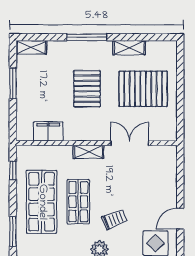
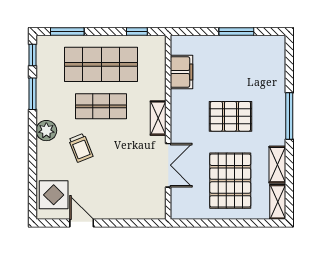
shelving: (31, 47) -> (278, 202), moved

